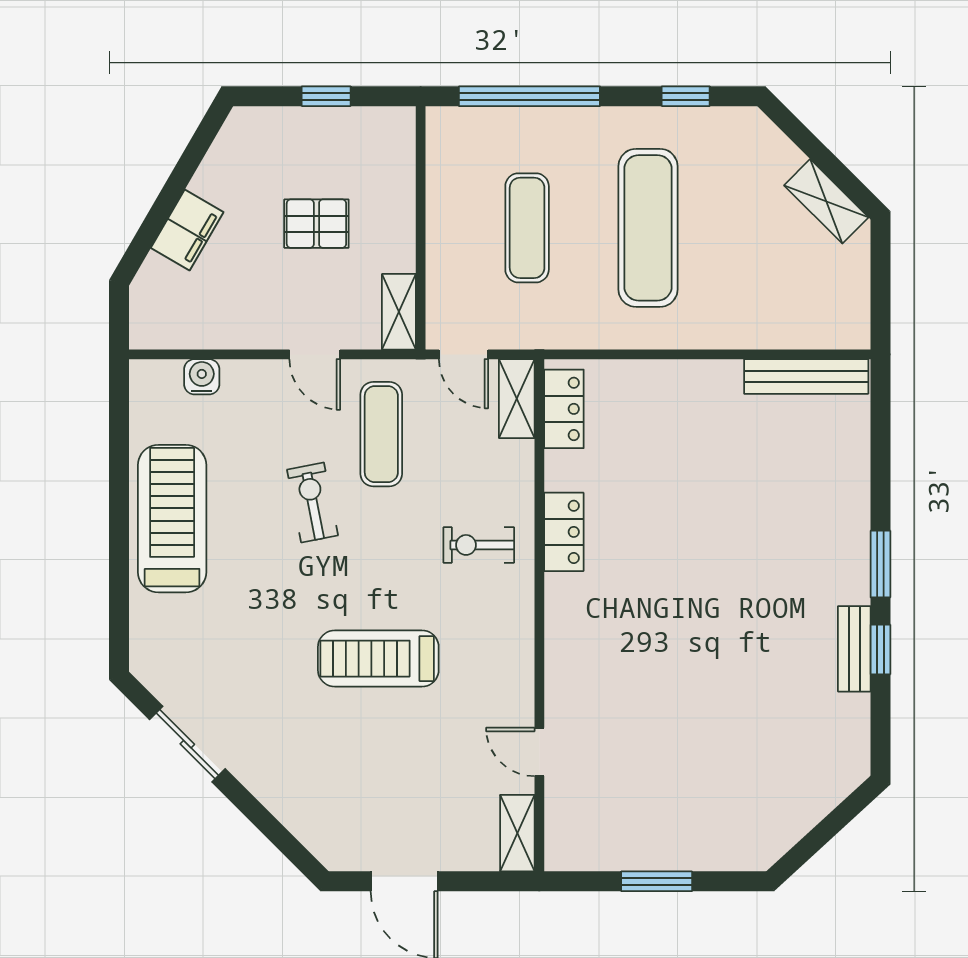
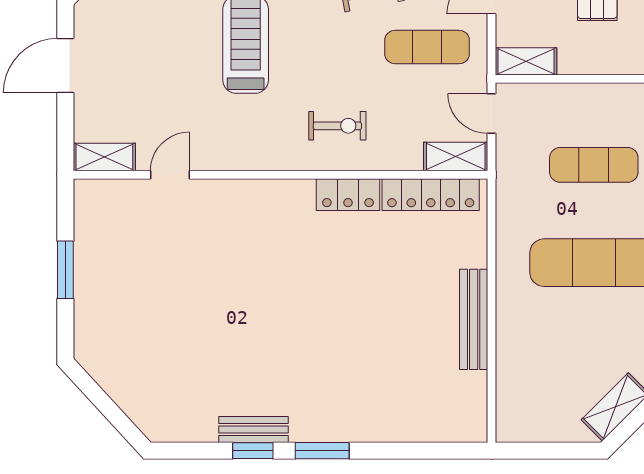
door: (464, 354) -> (492, 114), hinge flipped
bench: (806, 376) -> (474, 319), moved
locker: (564, 409) -> (431, 195), width x1.53
exercise bike: (479, 545) -> (337, 126), turned 90

